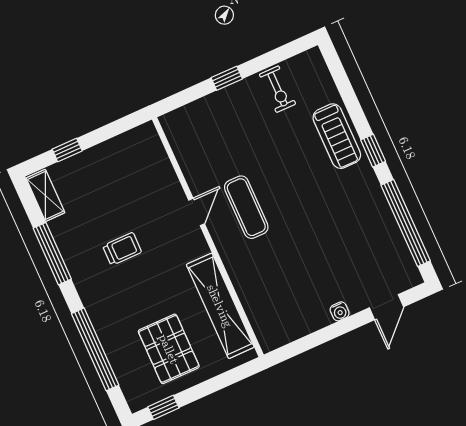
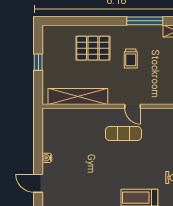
window: (95, 349) -> (85, 21), removed
pallet: (169, 349) -> (93, 48), moved
window: (163, 407) -> (38, 62), moved

